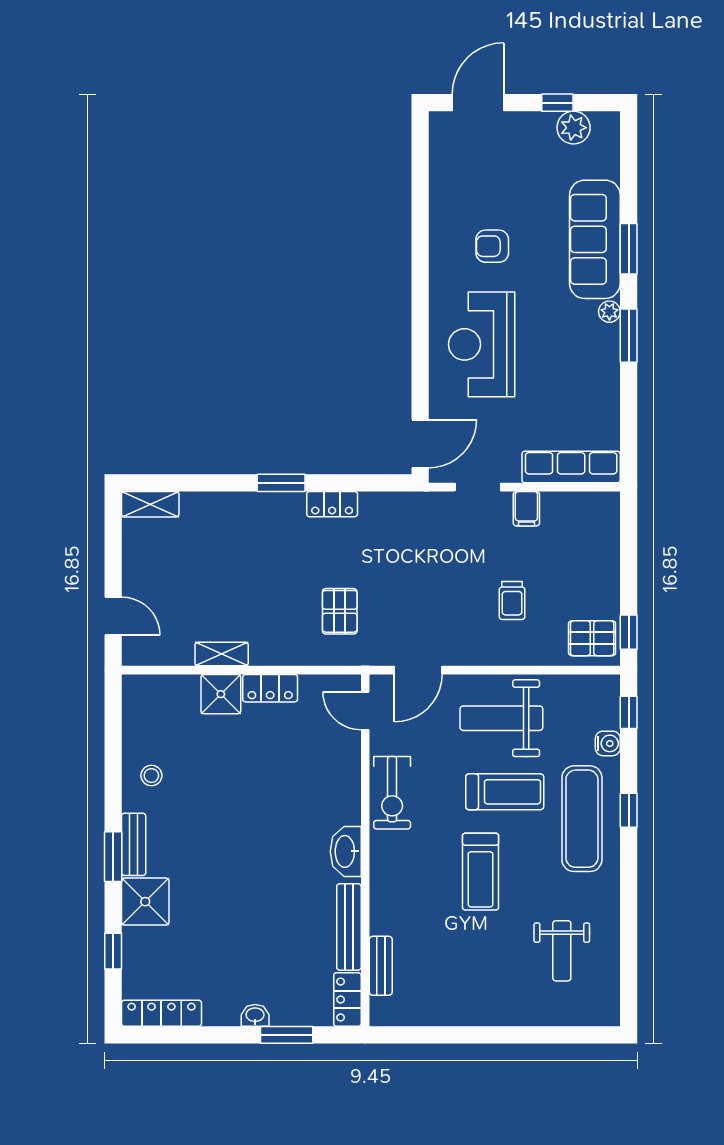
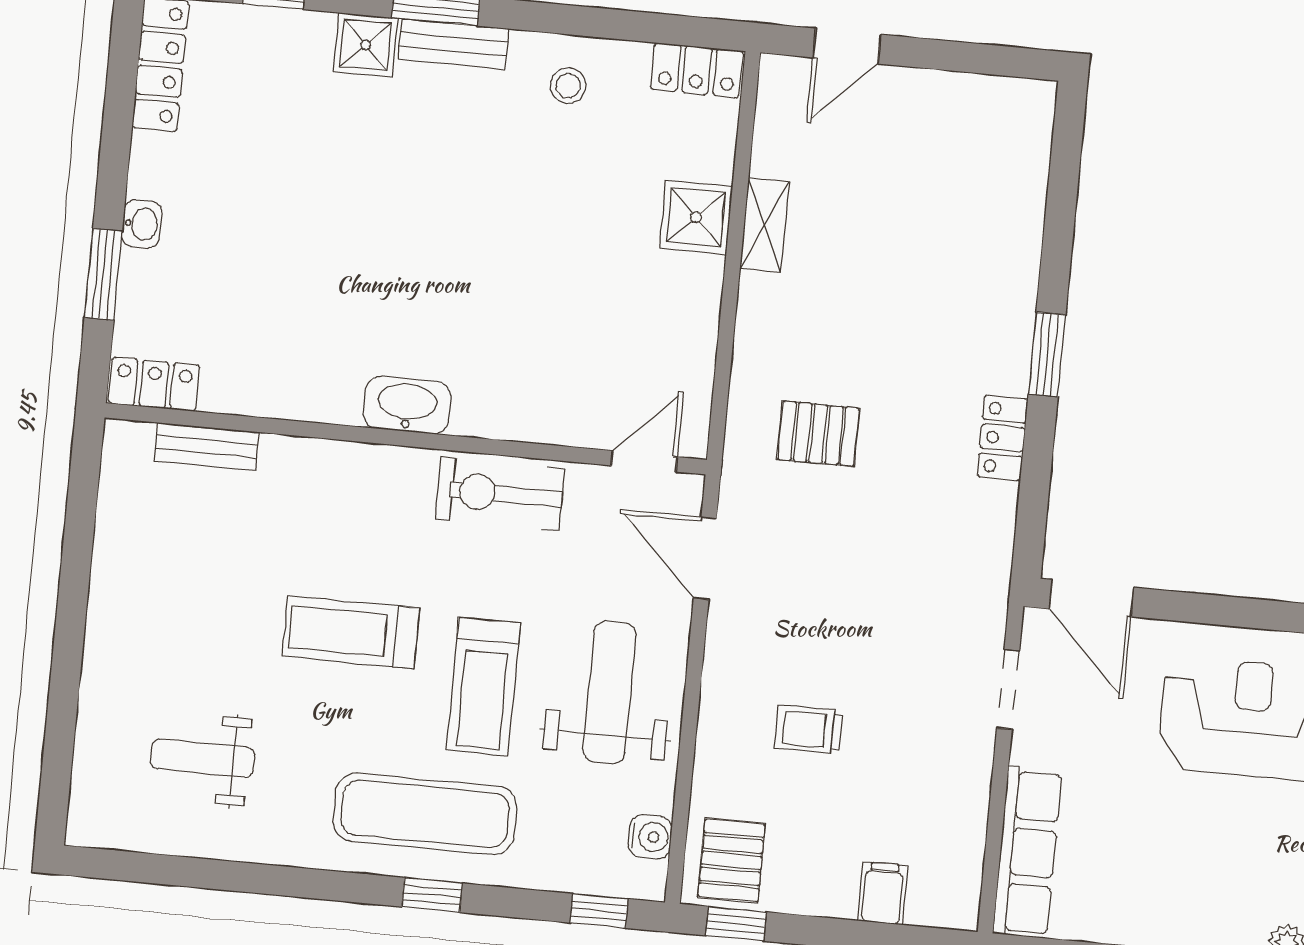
shelving: (150, 504) -> (1032, 127), removed
filing cabinet: (526, 509) -> (883, 893), moved, turned 90
locker: (270, 688) -> (697, 70), moved, turned -90
water cooler: (608, 743) -> (650, 837), moved, turned -90
shower: (145, 902) -> (366, 45), width x0.73, depth x0.73
bench: (349, 927) -> (278, 398), removed

